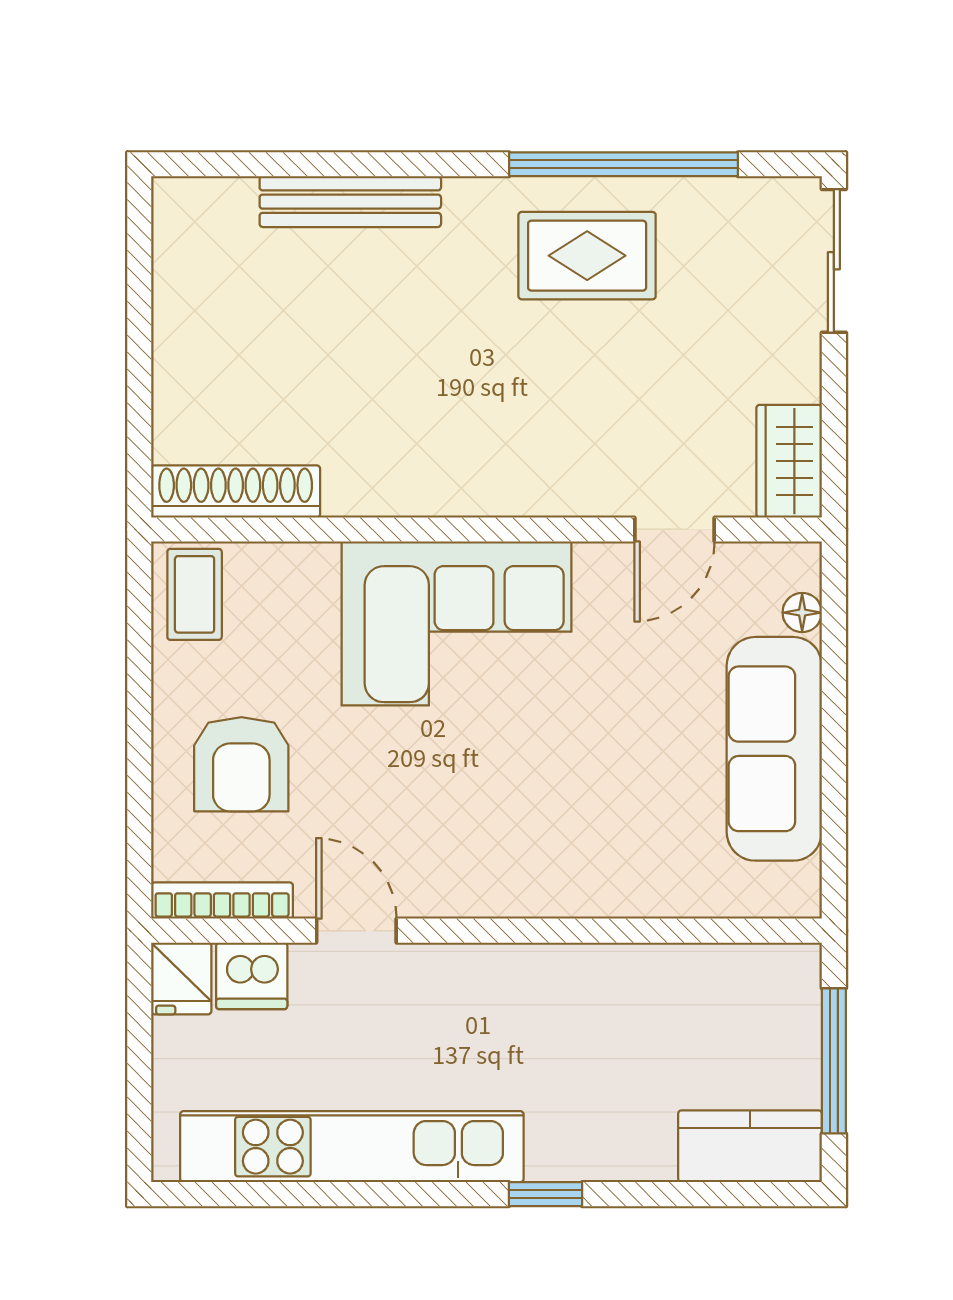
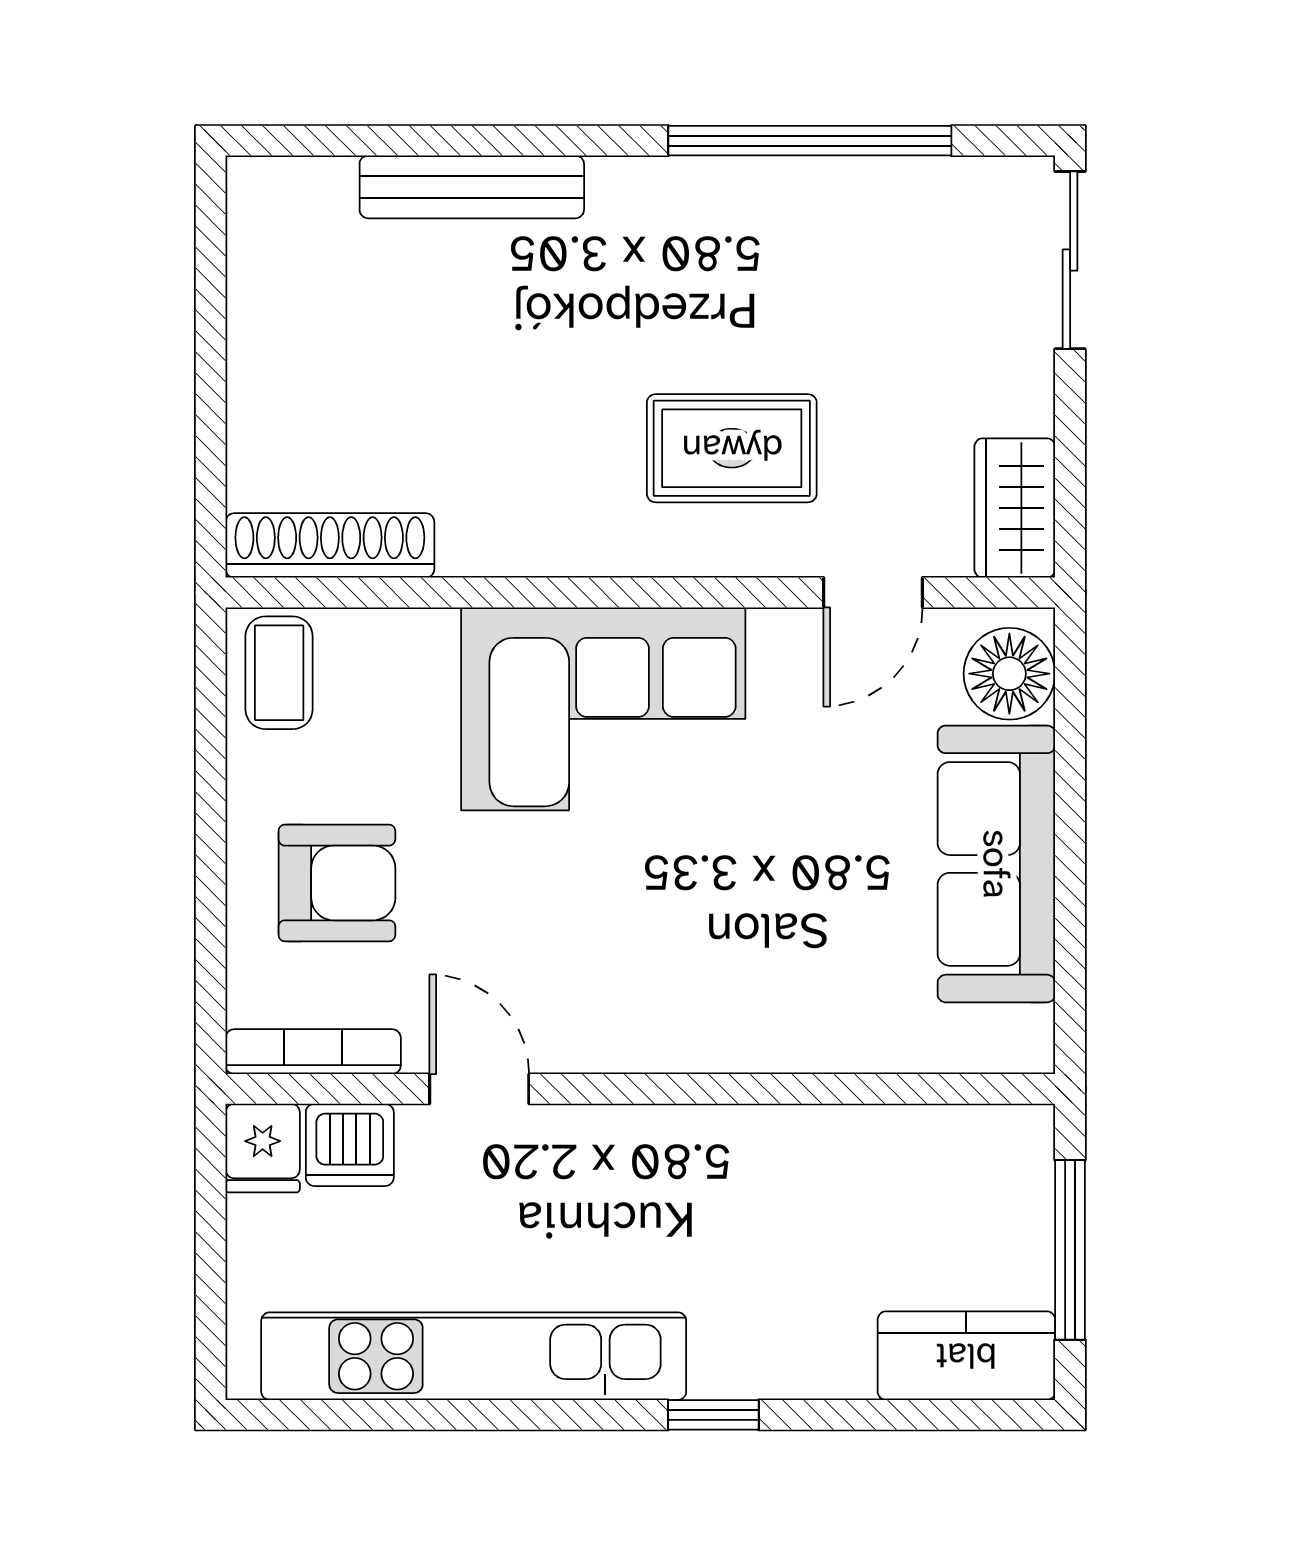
rug: (587, 256) -> (732, 448), moved
floor lamp: (802, 613) -> (1009, 674), width x1.89, depth x1.89
armchair: (241, 764) -> (337, 883), turned -90

